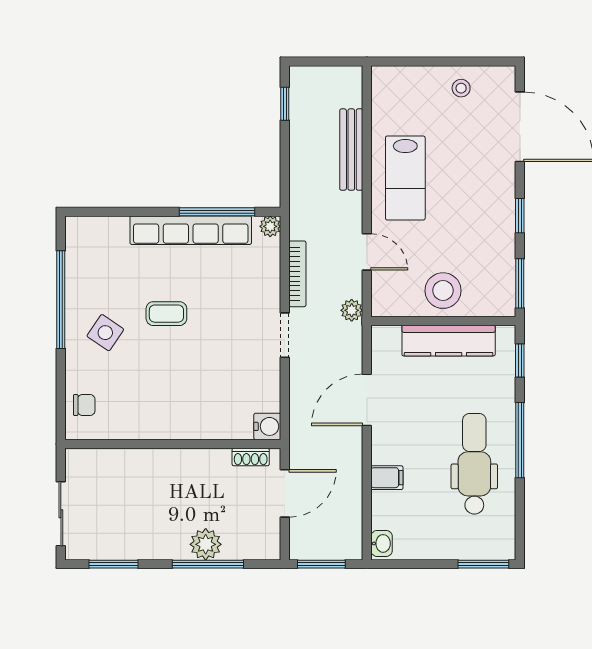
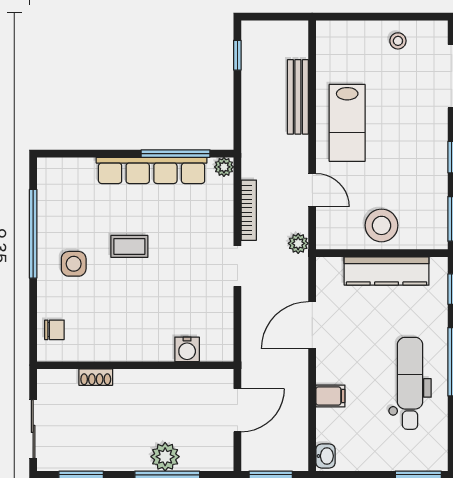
side table: (105, 333) -> (74, 264), turned -34
water cooler: (267, 426) -> (187, 349), moved, turned 90
shoe rack: (251, 457) -> (96, 377), moved

